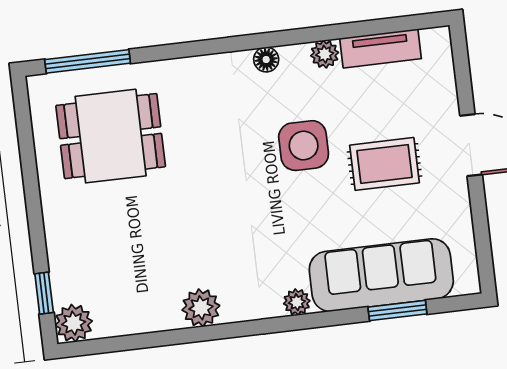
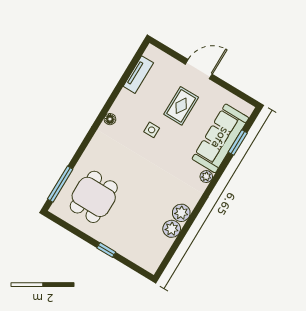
plant: (325, 54) -> (125, 96), removed
side table: (304, 146) -> (152, 130), width x0.54, depth x0.54
window: (44, 293) -> (106, 250), moved
plant: (74, 323) -> (172, 229), moved

